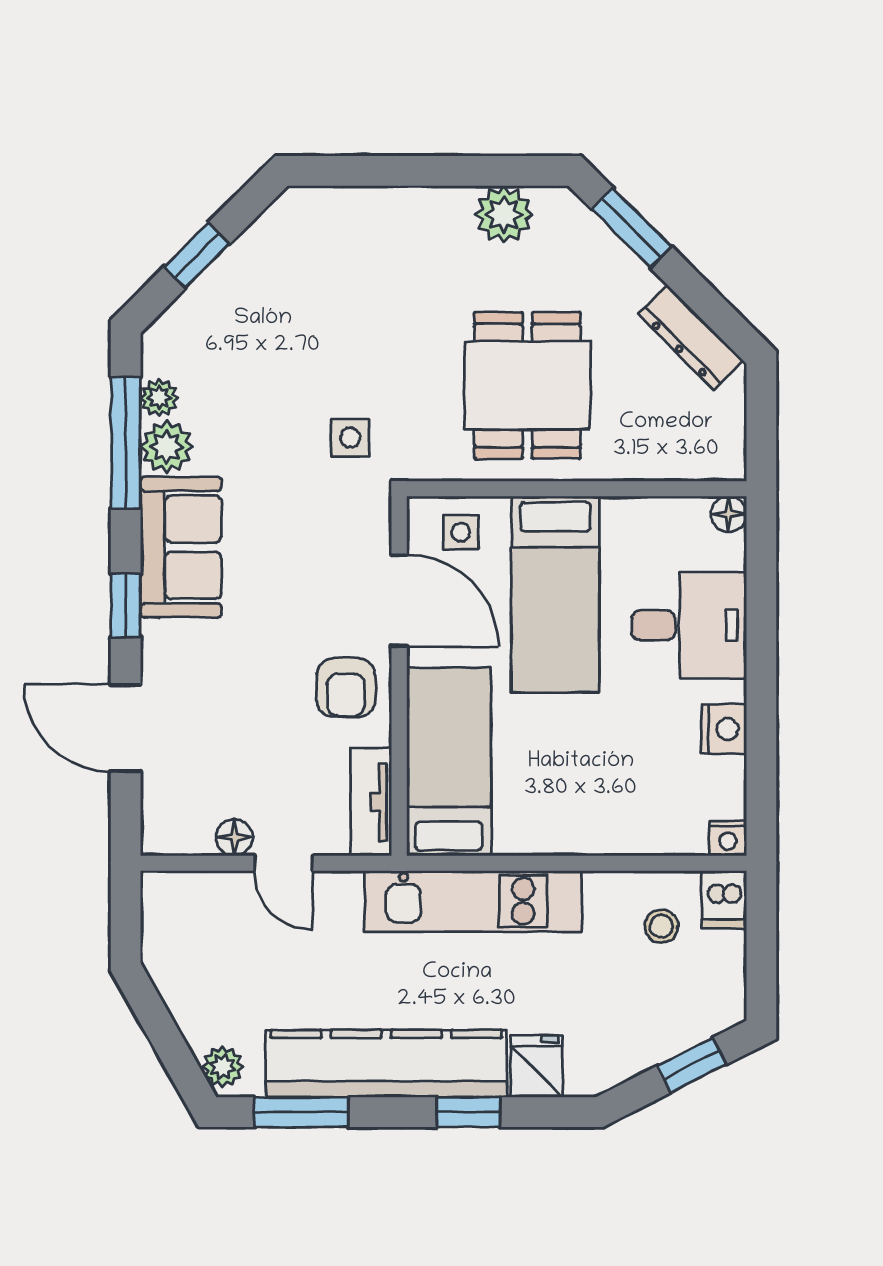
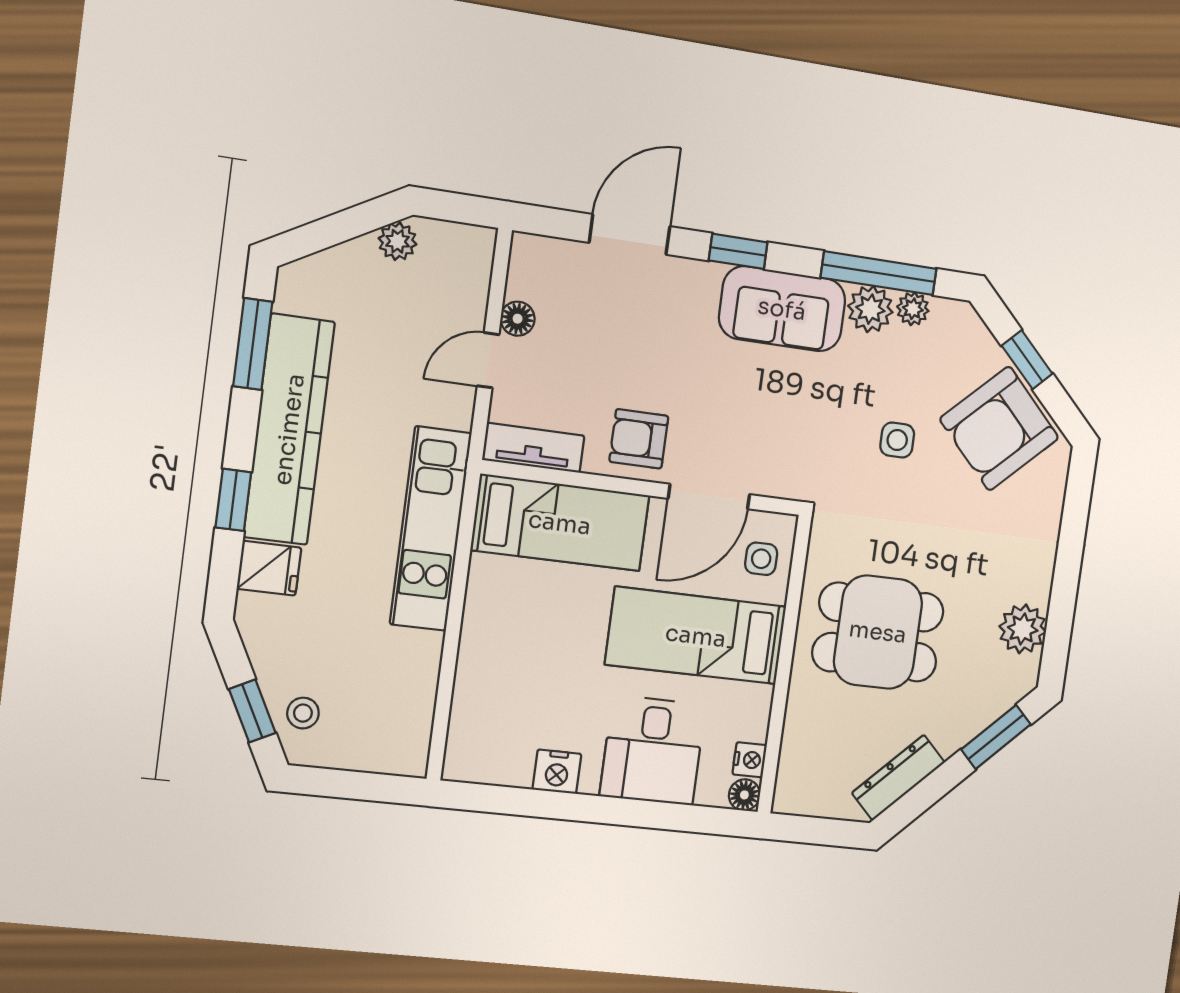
armchair: (279, 277) -> (999, 428), added
side table: (350, 438) -> (897, 440), moved
nightstand: (728, 838) -> (750, 760), moved, turned 180
dishwasher: (724, 900) -> (403, 756), removed
stool: (661, 926) -> (303, 713), moved
plant: (223, 1067) -> (398, 241), moved

